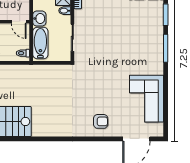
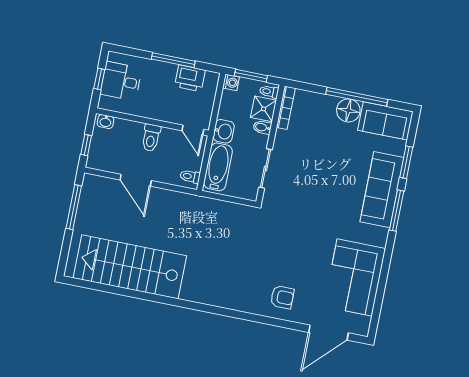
sofa: (153, 36) -> (382, 190), added

